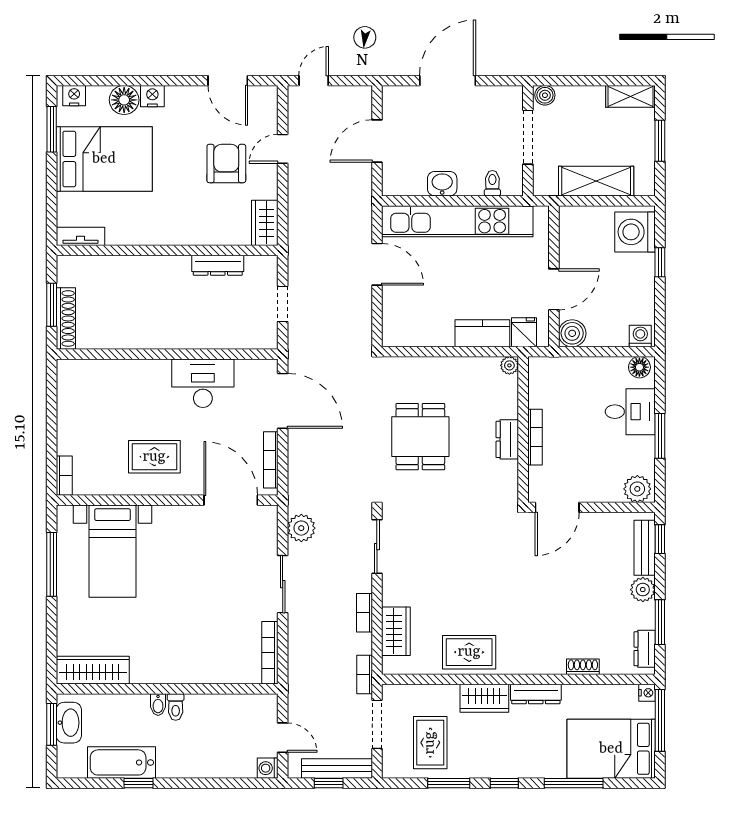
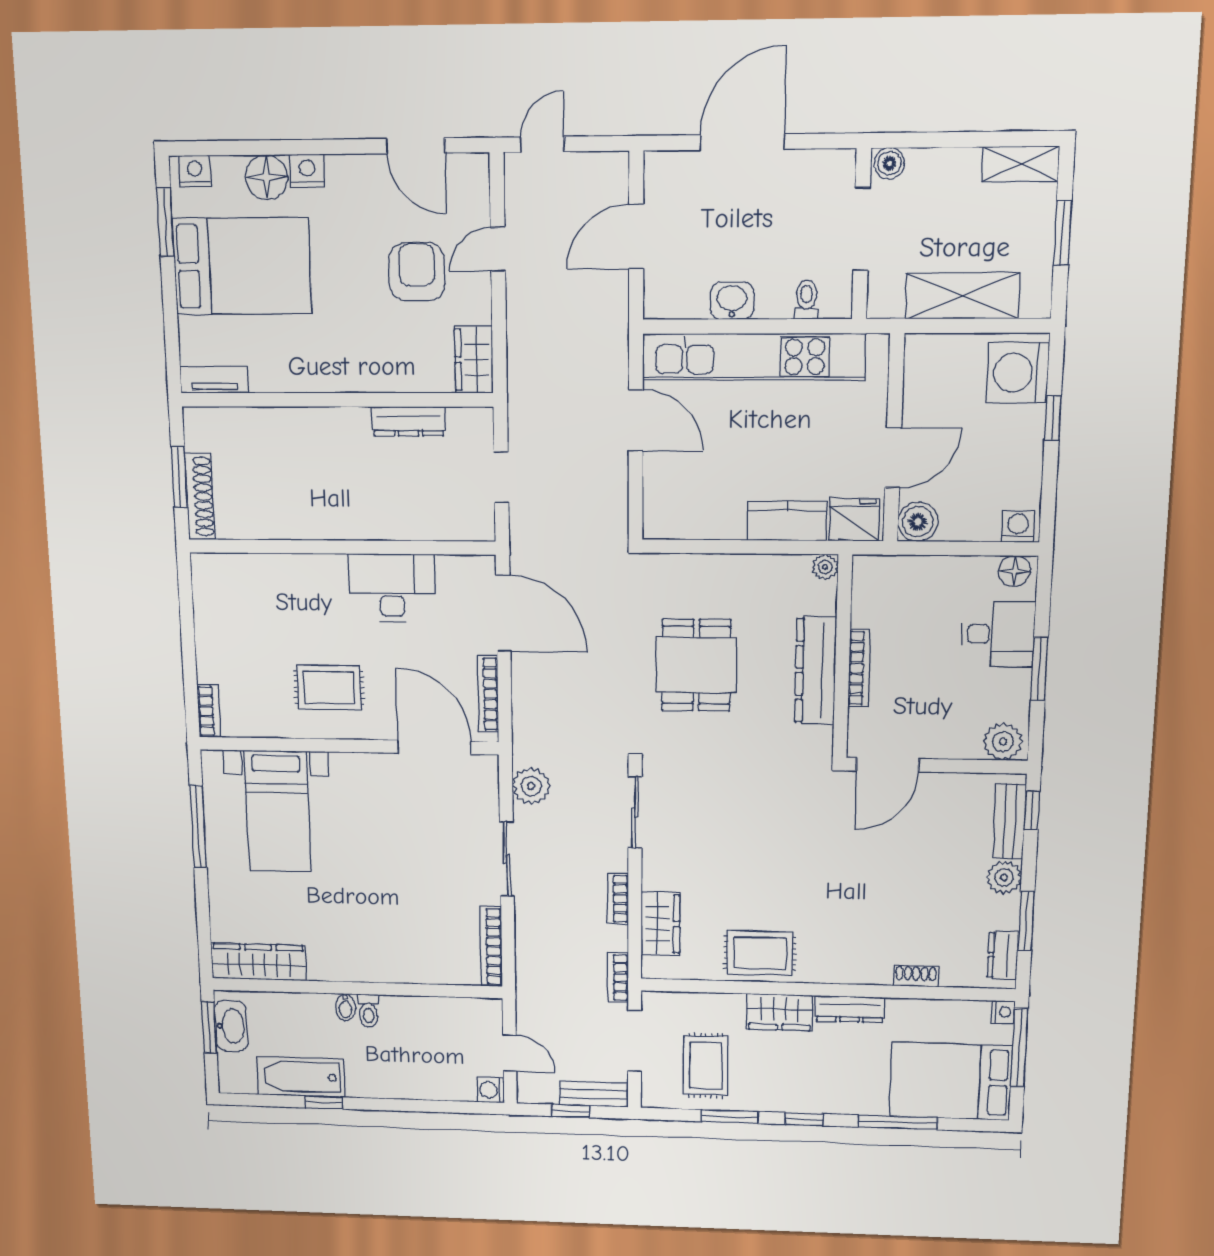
fridge: (524, 332) -> (854, 520), width x1.38
dresser: (507, 439) -> (816, 671), width x1.96, depth x1.24
bench: (337, 769) -> (594, 1094), width x0.73

